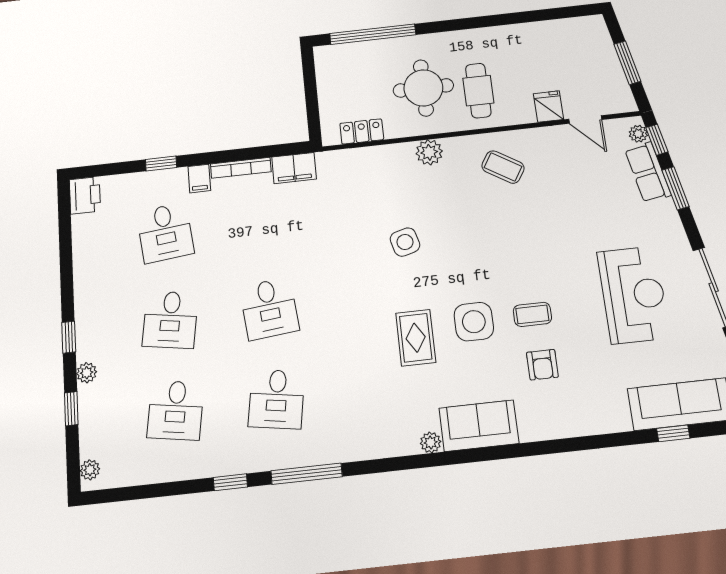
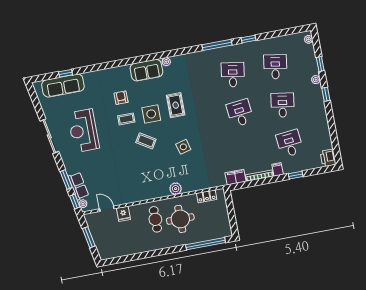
coffee table: (503, 167) -> (146, 141), moved

